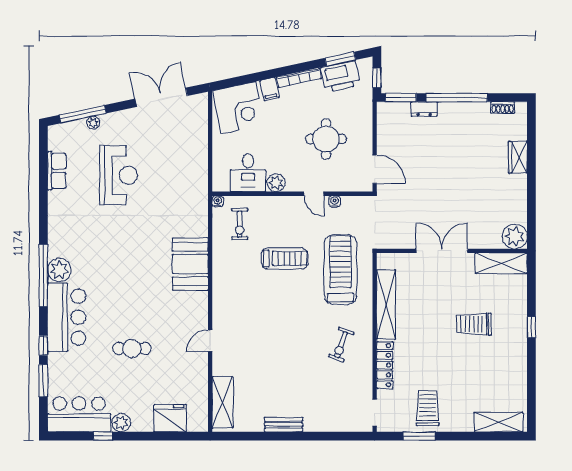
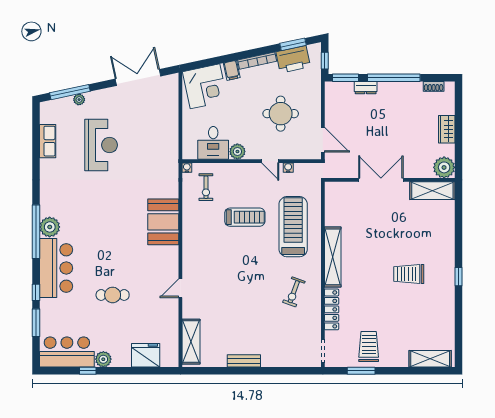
plant: (515, 236) -> (444, 167), moved
double door: (442, 251) -> (381, 180), moved
wall: (452, 251) -> (390, 180), moved
shelving: (501, 263) -> (432, 191), moved

